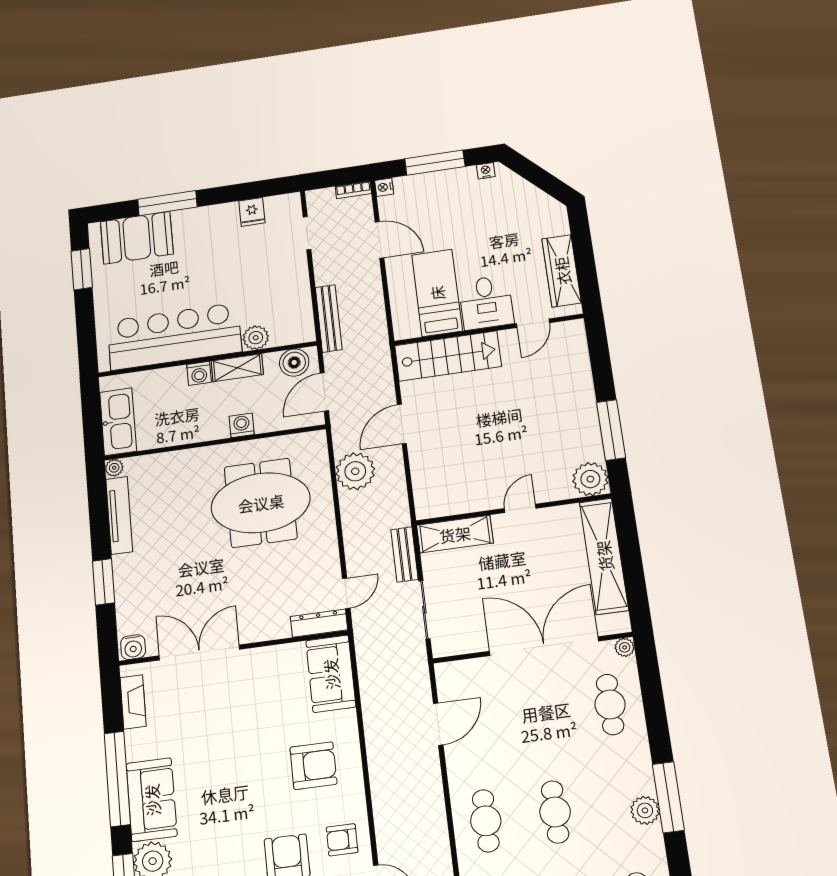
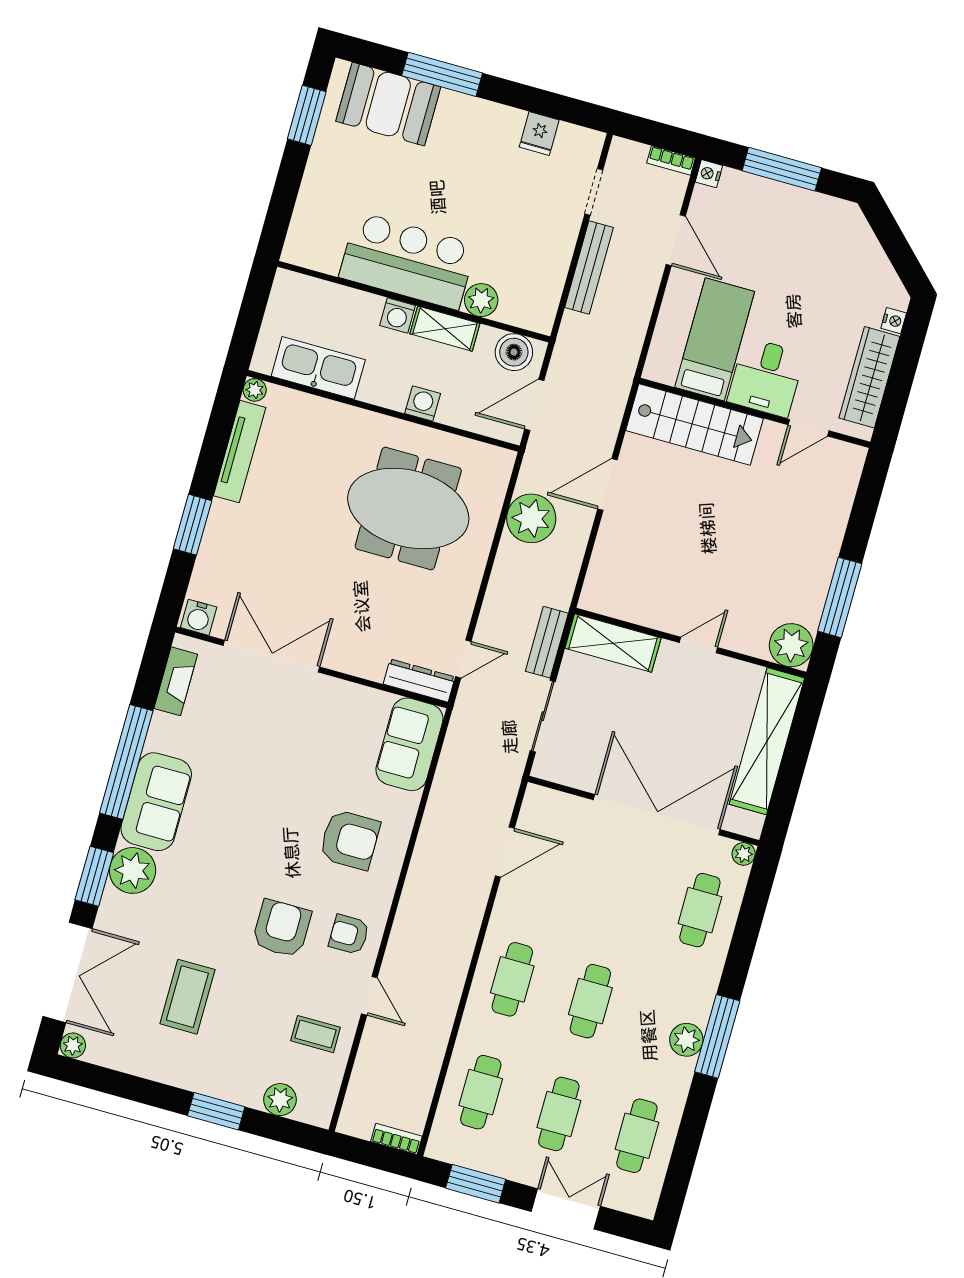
nightstand: (486, 171) -> (894, 321), moved, turned 90
bench: (329, 318) -> (589, 267), moved
bar counter: (174, 336) -> (408, 261), width x0.73
kitchen sink: (118, 422) -> (318, 368), moved, turned -90

